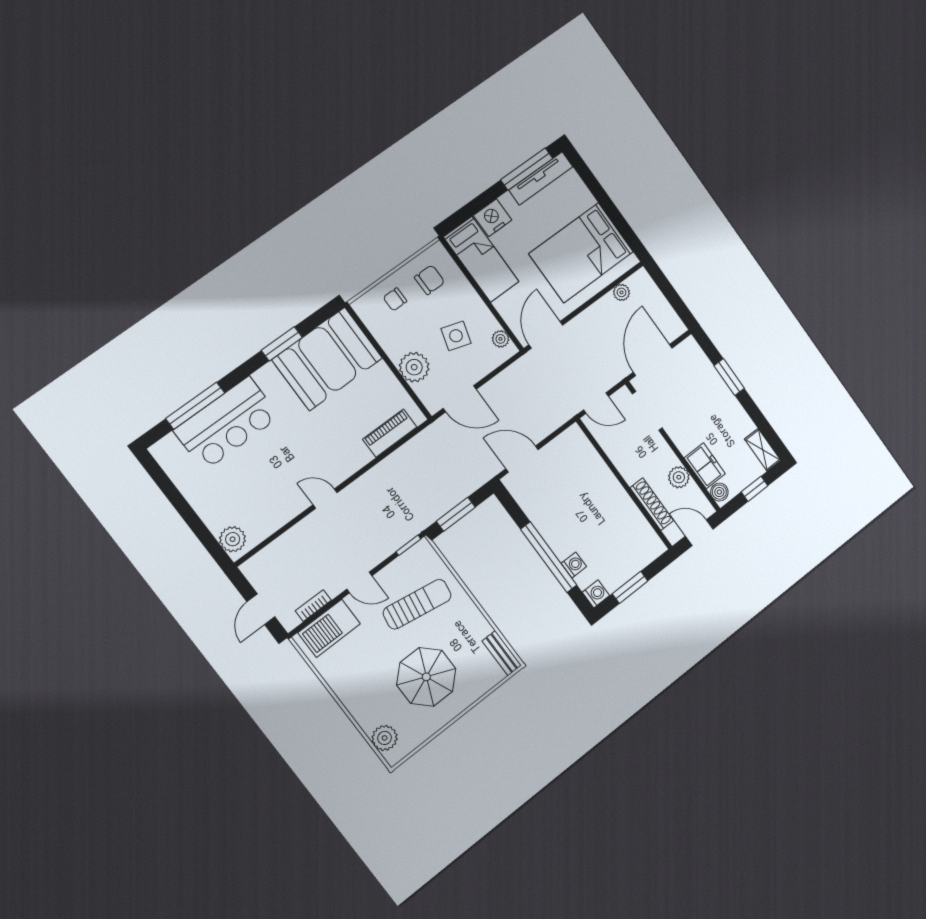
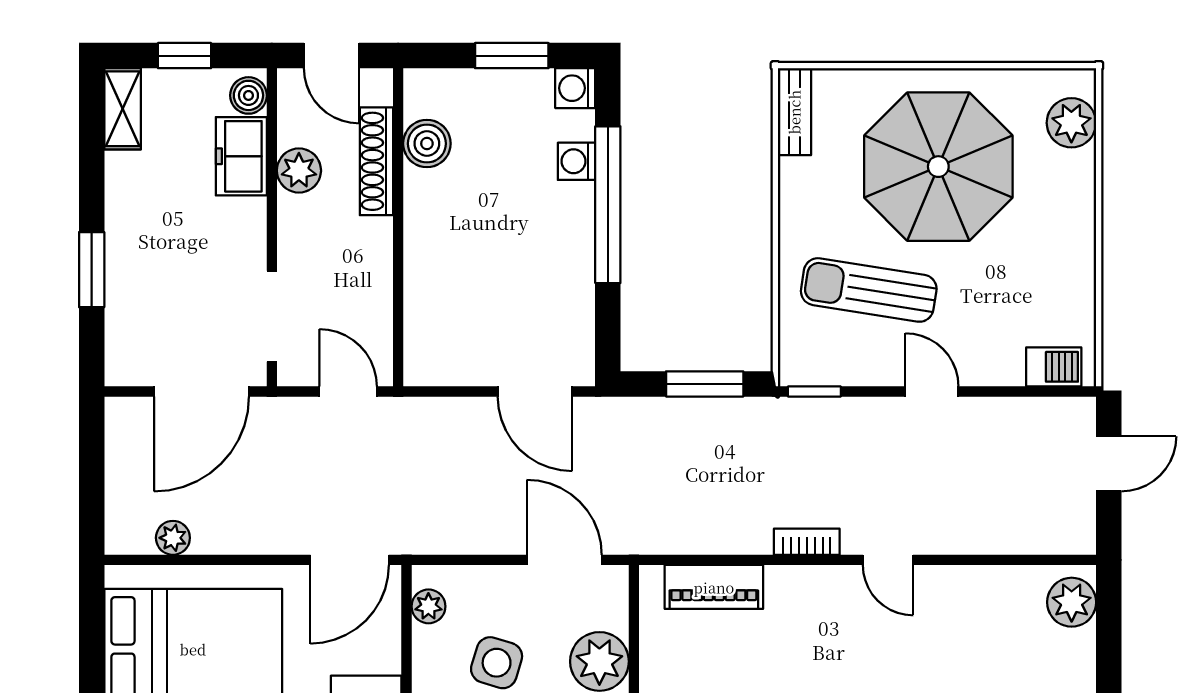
boiler: (637, 526) -> (427, 144), added
bookcase: (313, 606) -> (807, 542), moved, turned 180
barbecue: (329, 628) -> (1054, 367), width x0.53, depth x0.65
parasol: (426, 677) -> (938, 167), width x1.36, depth x1.36

